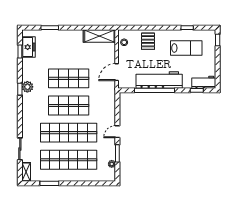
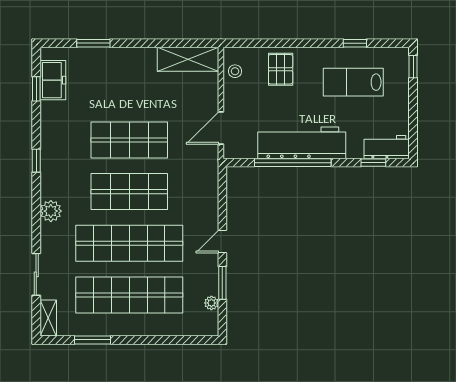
lab bench: (186, 48) -> (353, 82), turned 180
plant: (27, 87) -> (51, 211), moved

